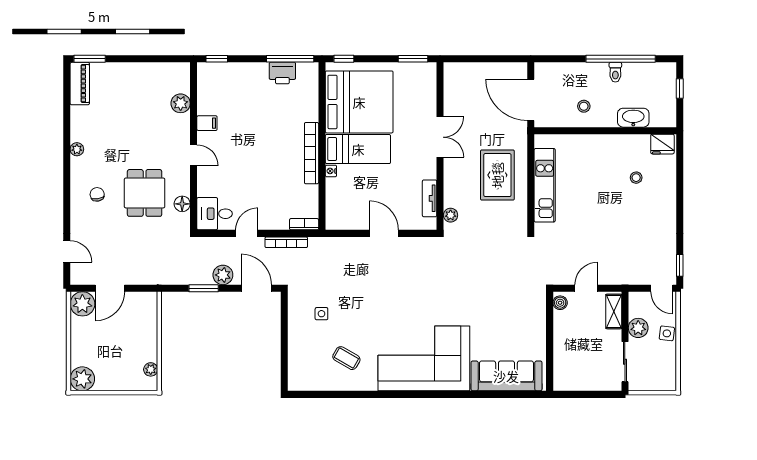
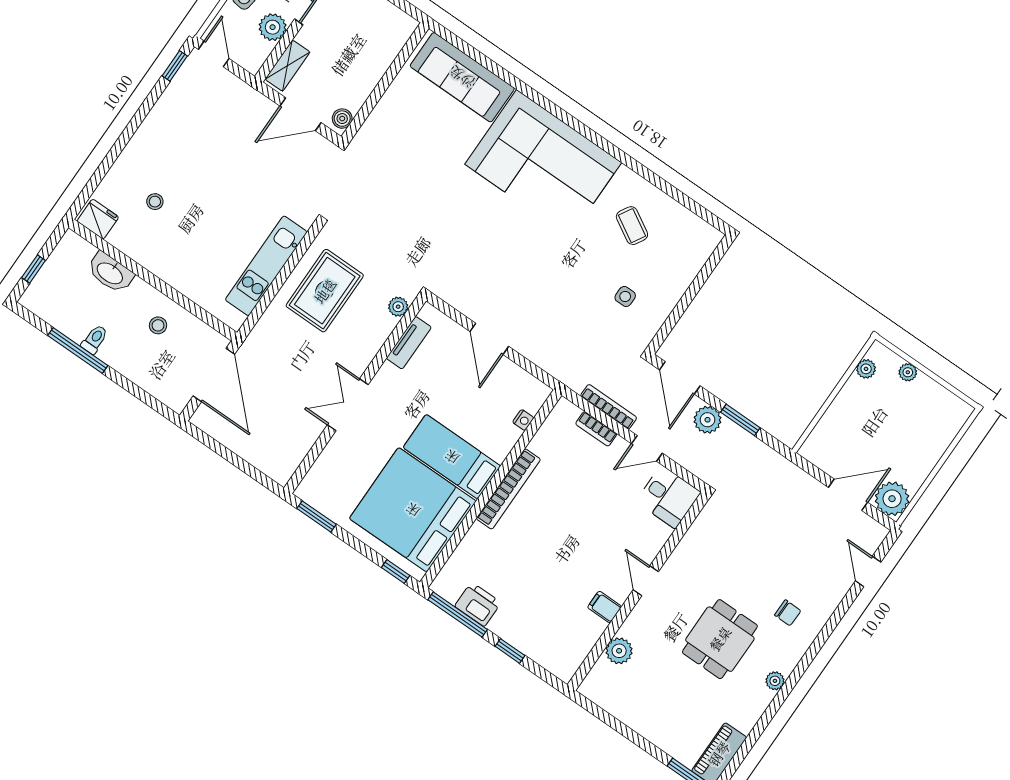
window: (217, 59) -> (510, 651), moved
window: (621, 59) -> (78, 350), width x0.68
nightstand: (331, 171) -> (523, 420), moved
rug: (497, 175) -> (325, 291), moved
dining table: (145, 193) -> (720, 639), moved
chair: (97, 194) -> (788, 613), turned -79
floor lamp: (182, 204) -> (698, 534), removed
bookcase: (304, 224) -> (596, 429), moved
door: (586, 288) -> (300, 114), width x1.38
plant: (82, 379) -> (908, 372), moved, width x0.53, depth x0.53

